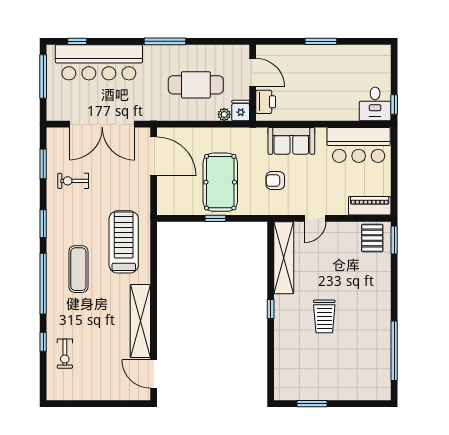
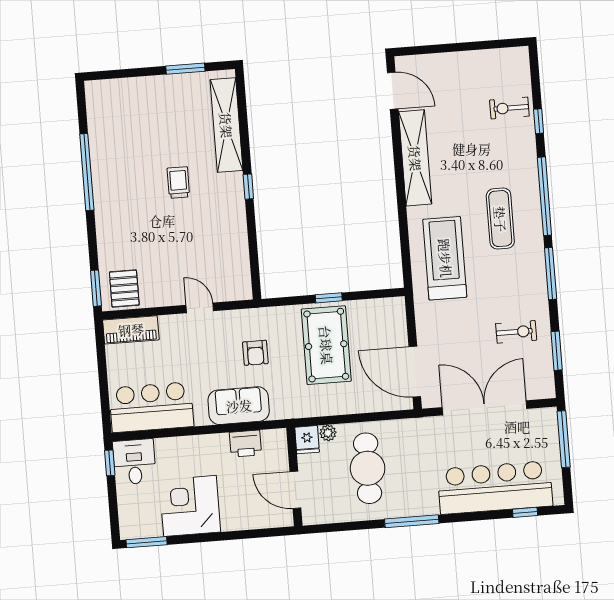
window: (321, 41) -> (147, 542), moved
corner desk: (335, 67) -> (190, 506), added
window: (43, 76) -> (564, 439), moved
cafe table: (196, 85) -> (368, 468), turned 90
printer: (266, 102) -> (245, 444), moved, turned -90
armchair: (275, 181) -> (255, 353), turned 90
door: (315, 218) -> (200, 308), hinge flipped
window: (43, 224) -> (551, 274), width x1.44
treadmill: (124, 242) -> (445, 258), turned 180
shelving: (284, 258) -> (226, 125), moved
trolley: (324, 316) -> (178, 182), width x0.73, depth x0.72
window: (394, 351) -> (87, 172), moved
exercise bike: (65, 354) -> (509, 108), turned -90

